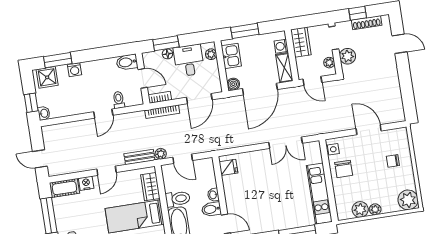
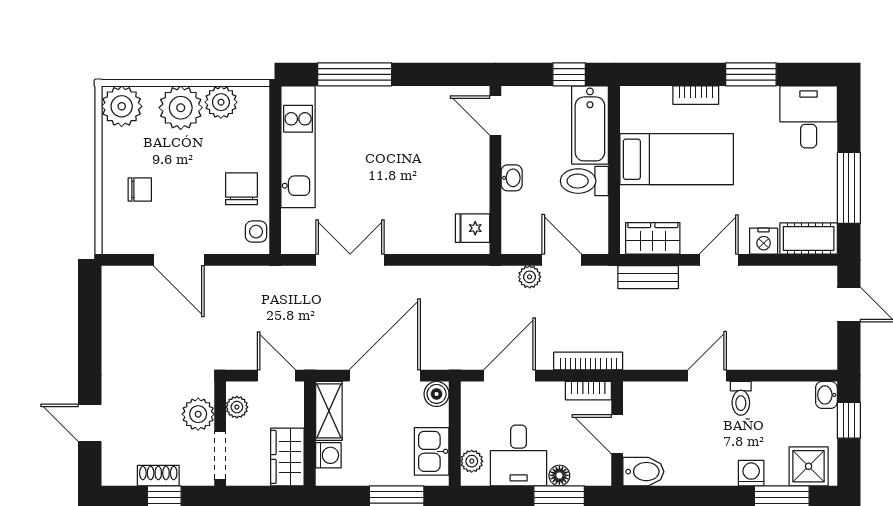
shoe rack: (367, 23) -> (158, 476), width x0.70
toilet: (119, 100) -> (741, 398), moved
plant: (161, 154) -> (530, 277), moved
wardrobe: (150, 187) -> (653, 238), moved, turned -90
bidet: (211, 209) -> (520, 150), removed
plant: (375, 209) -> (181, 108), width x1.88, depth x1.88

